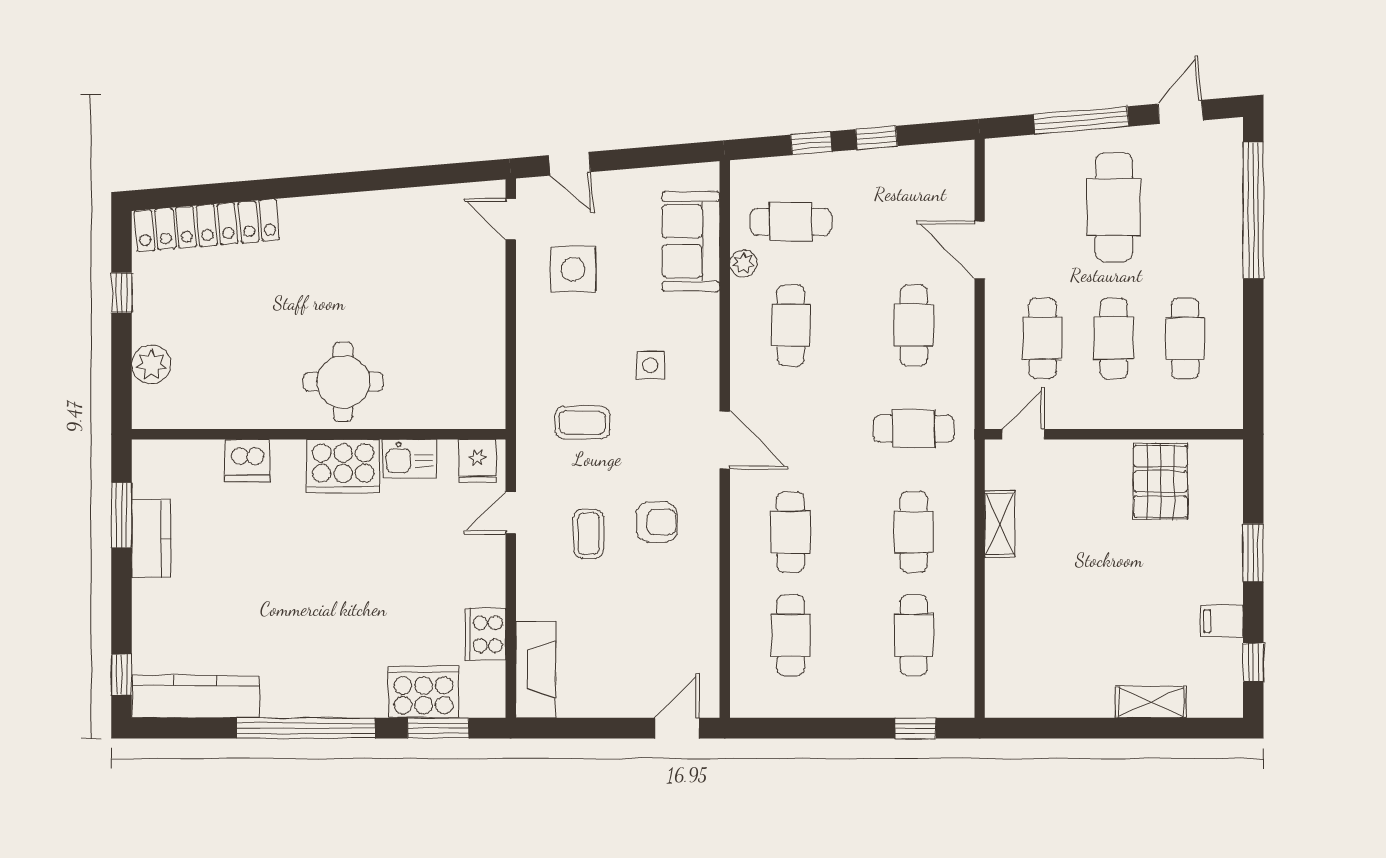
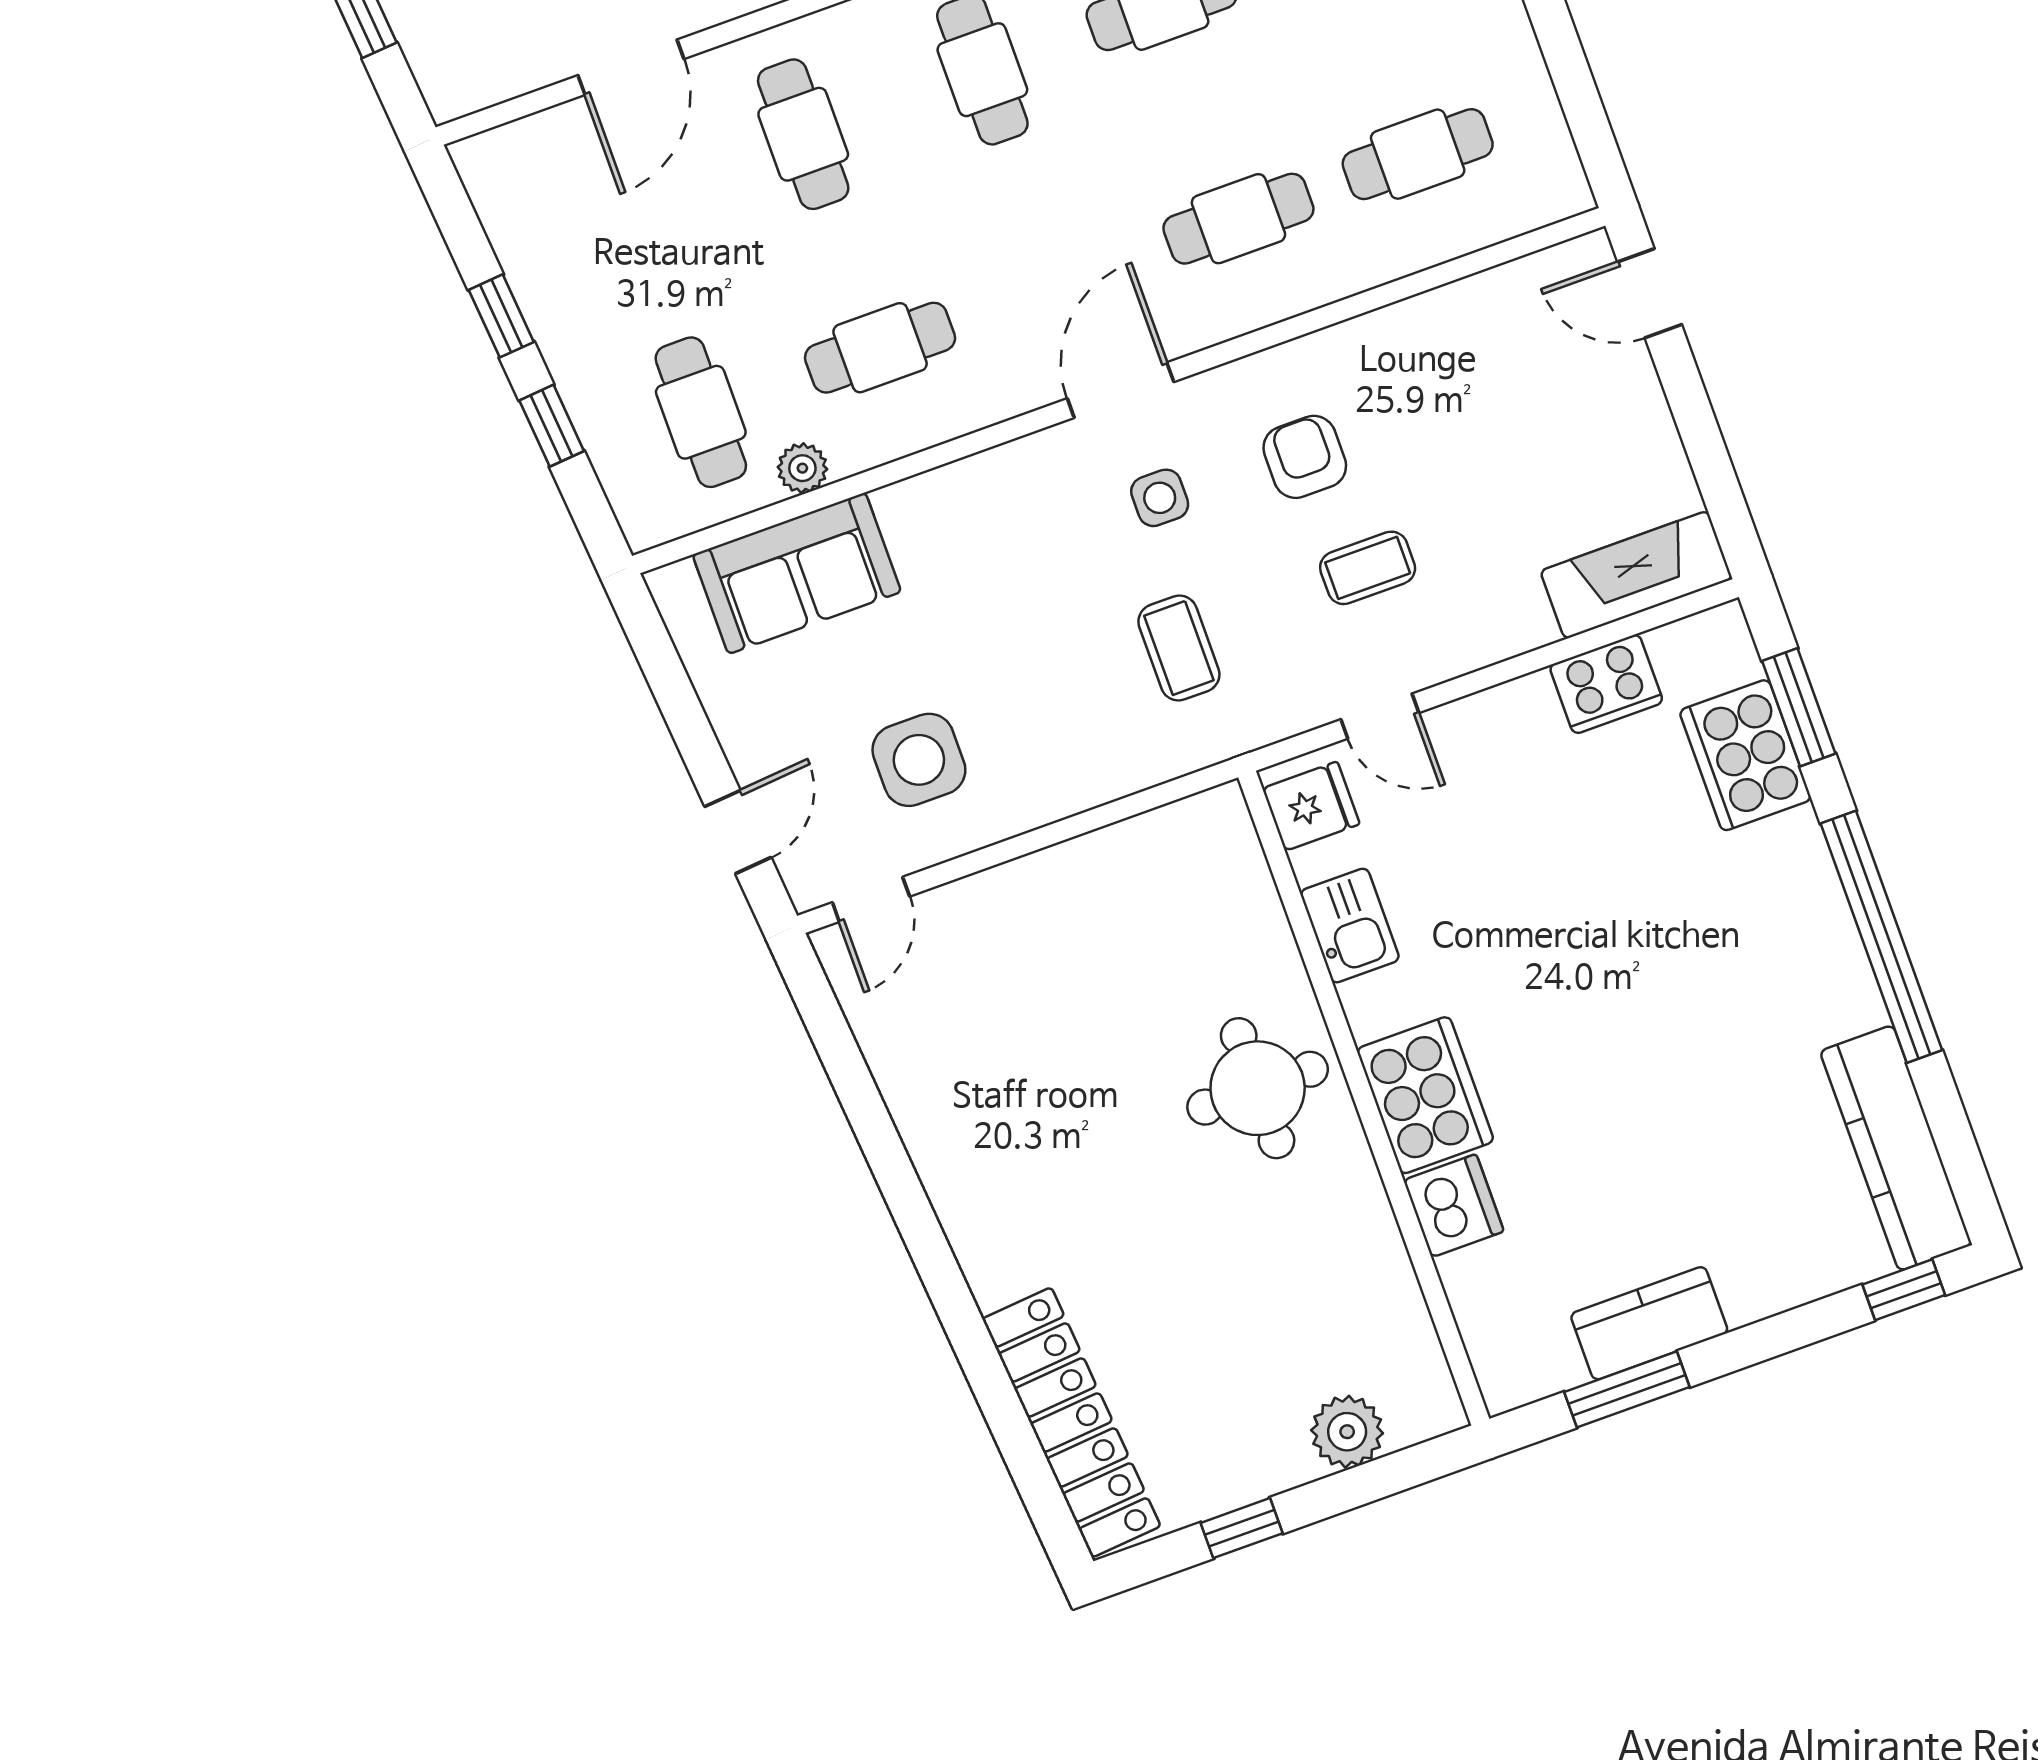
cafe table: (914, 325) -> (803, 134), turned 90
side table: (650, 365) -> (1160, 498), moved
cooker: (343, 466) -> (1425, 1095), moved

